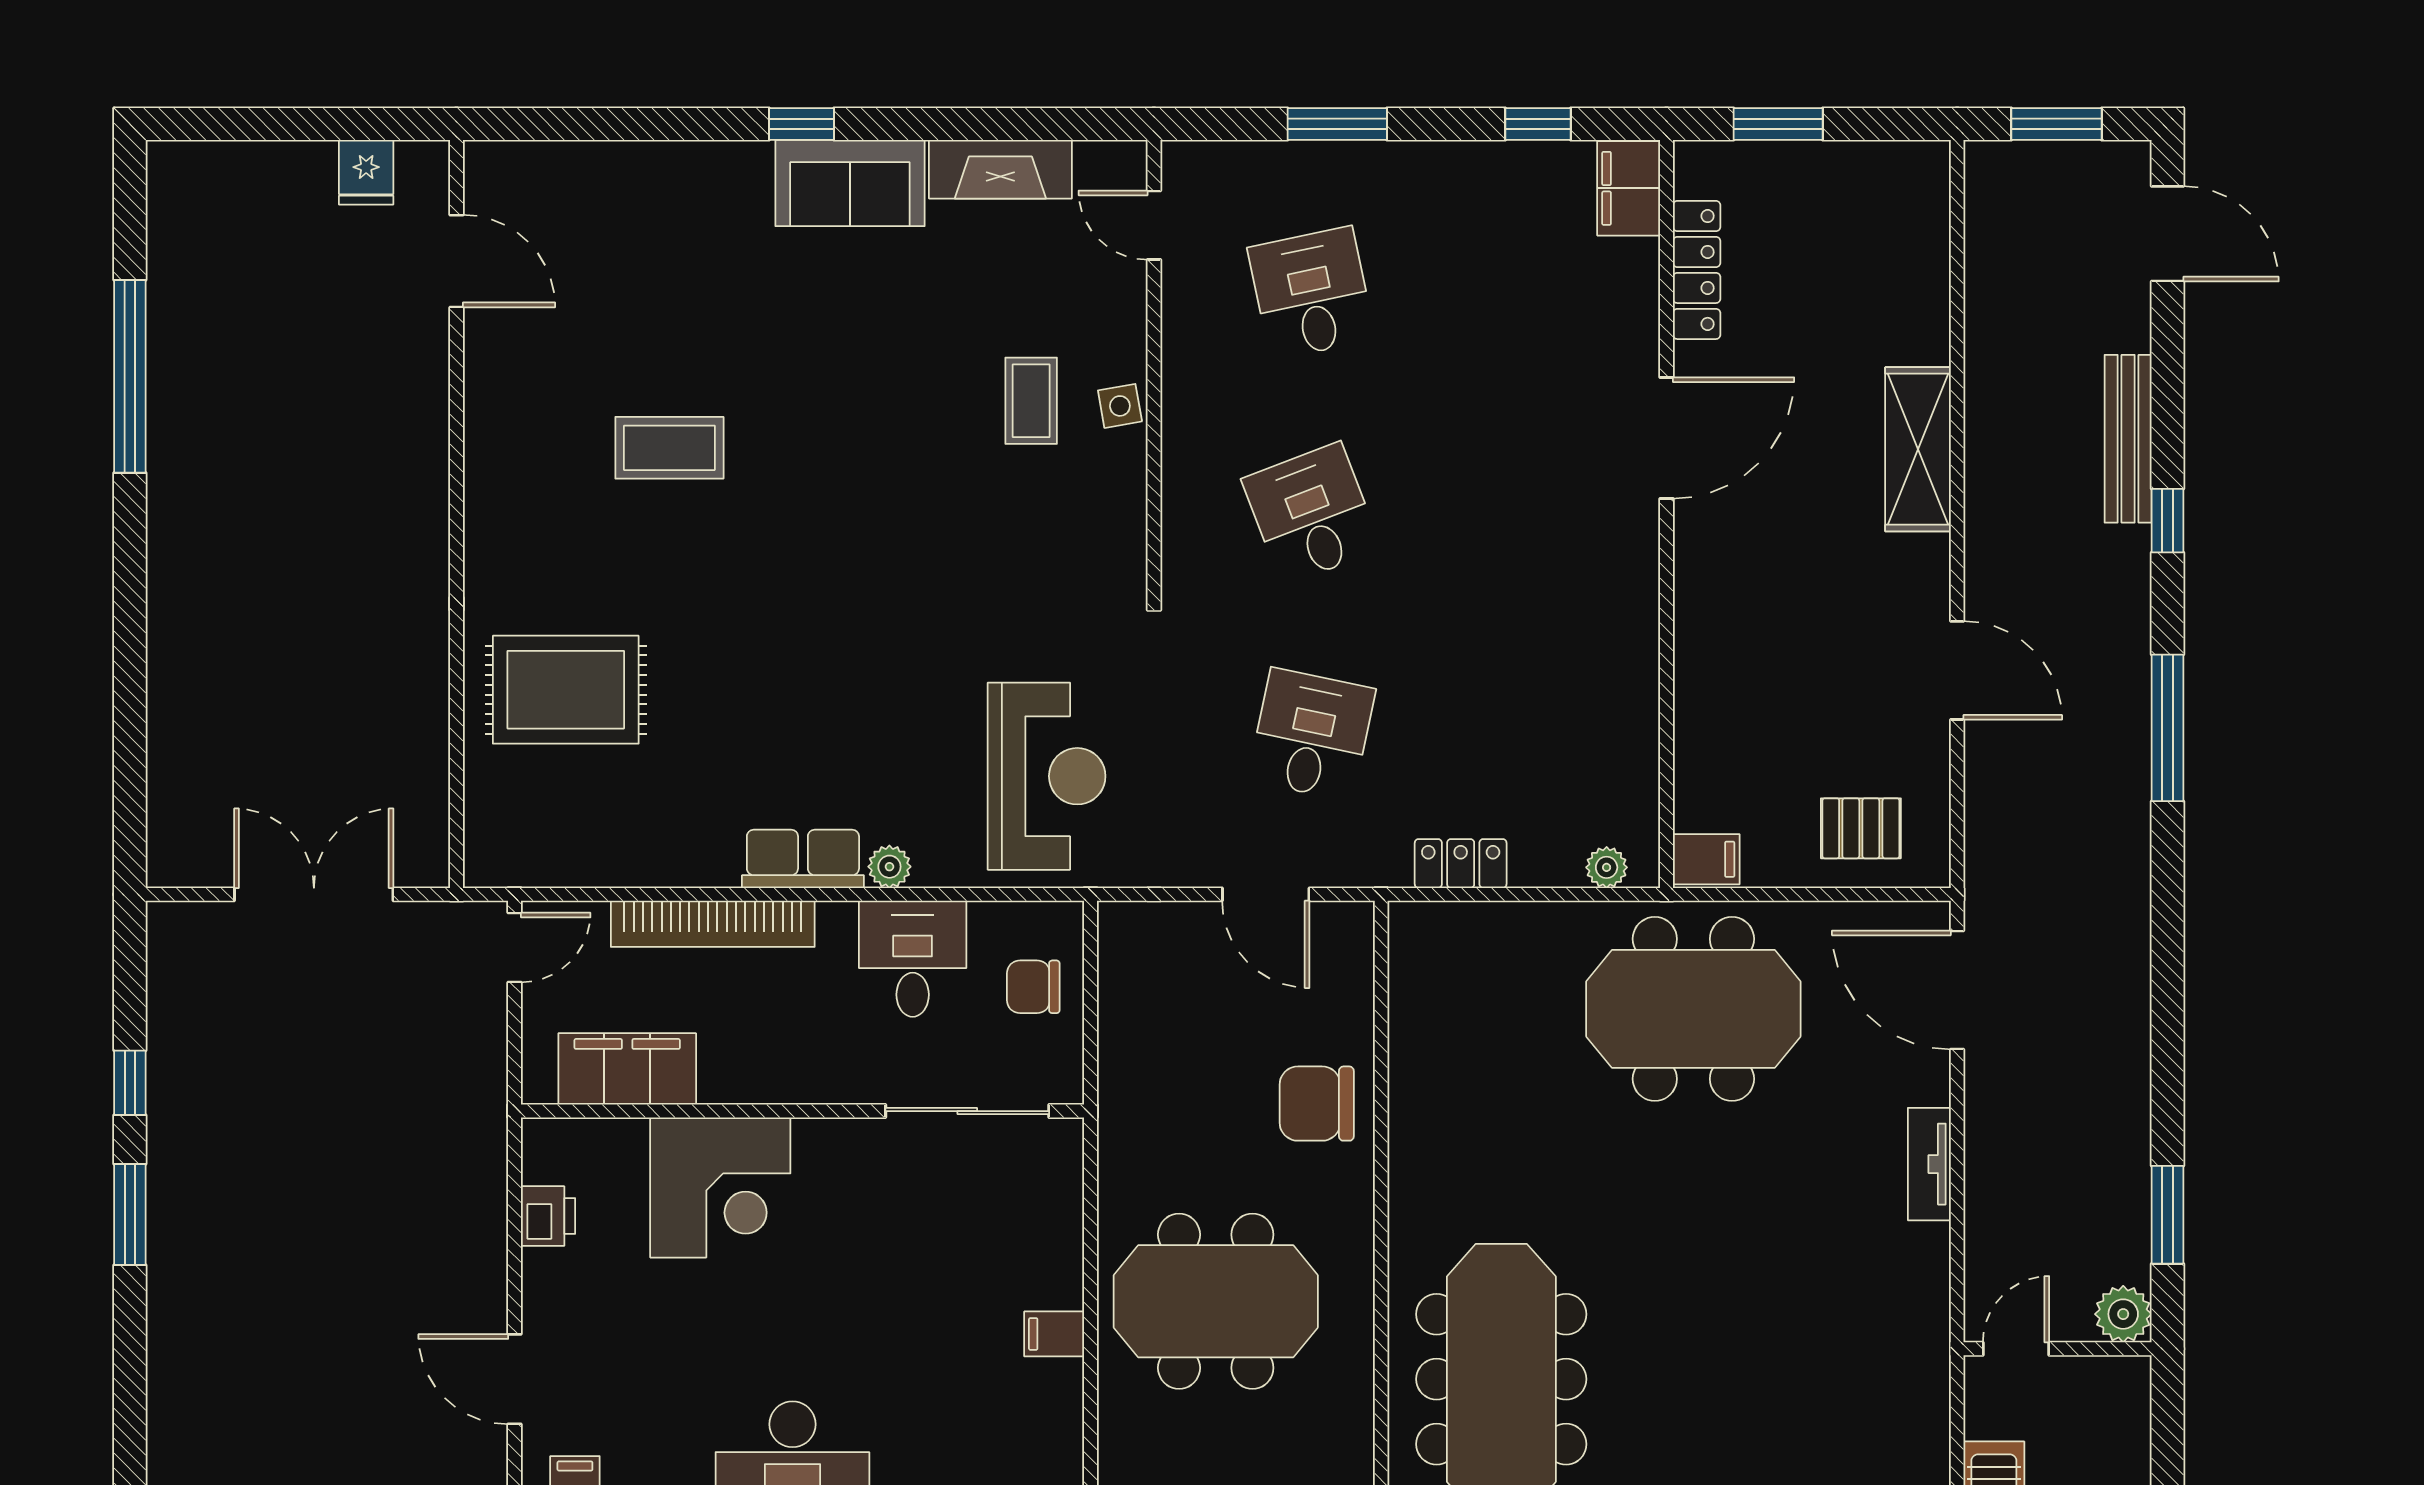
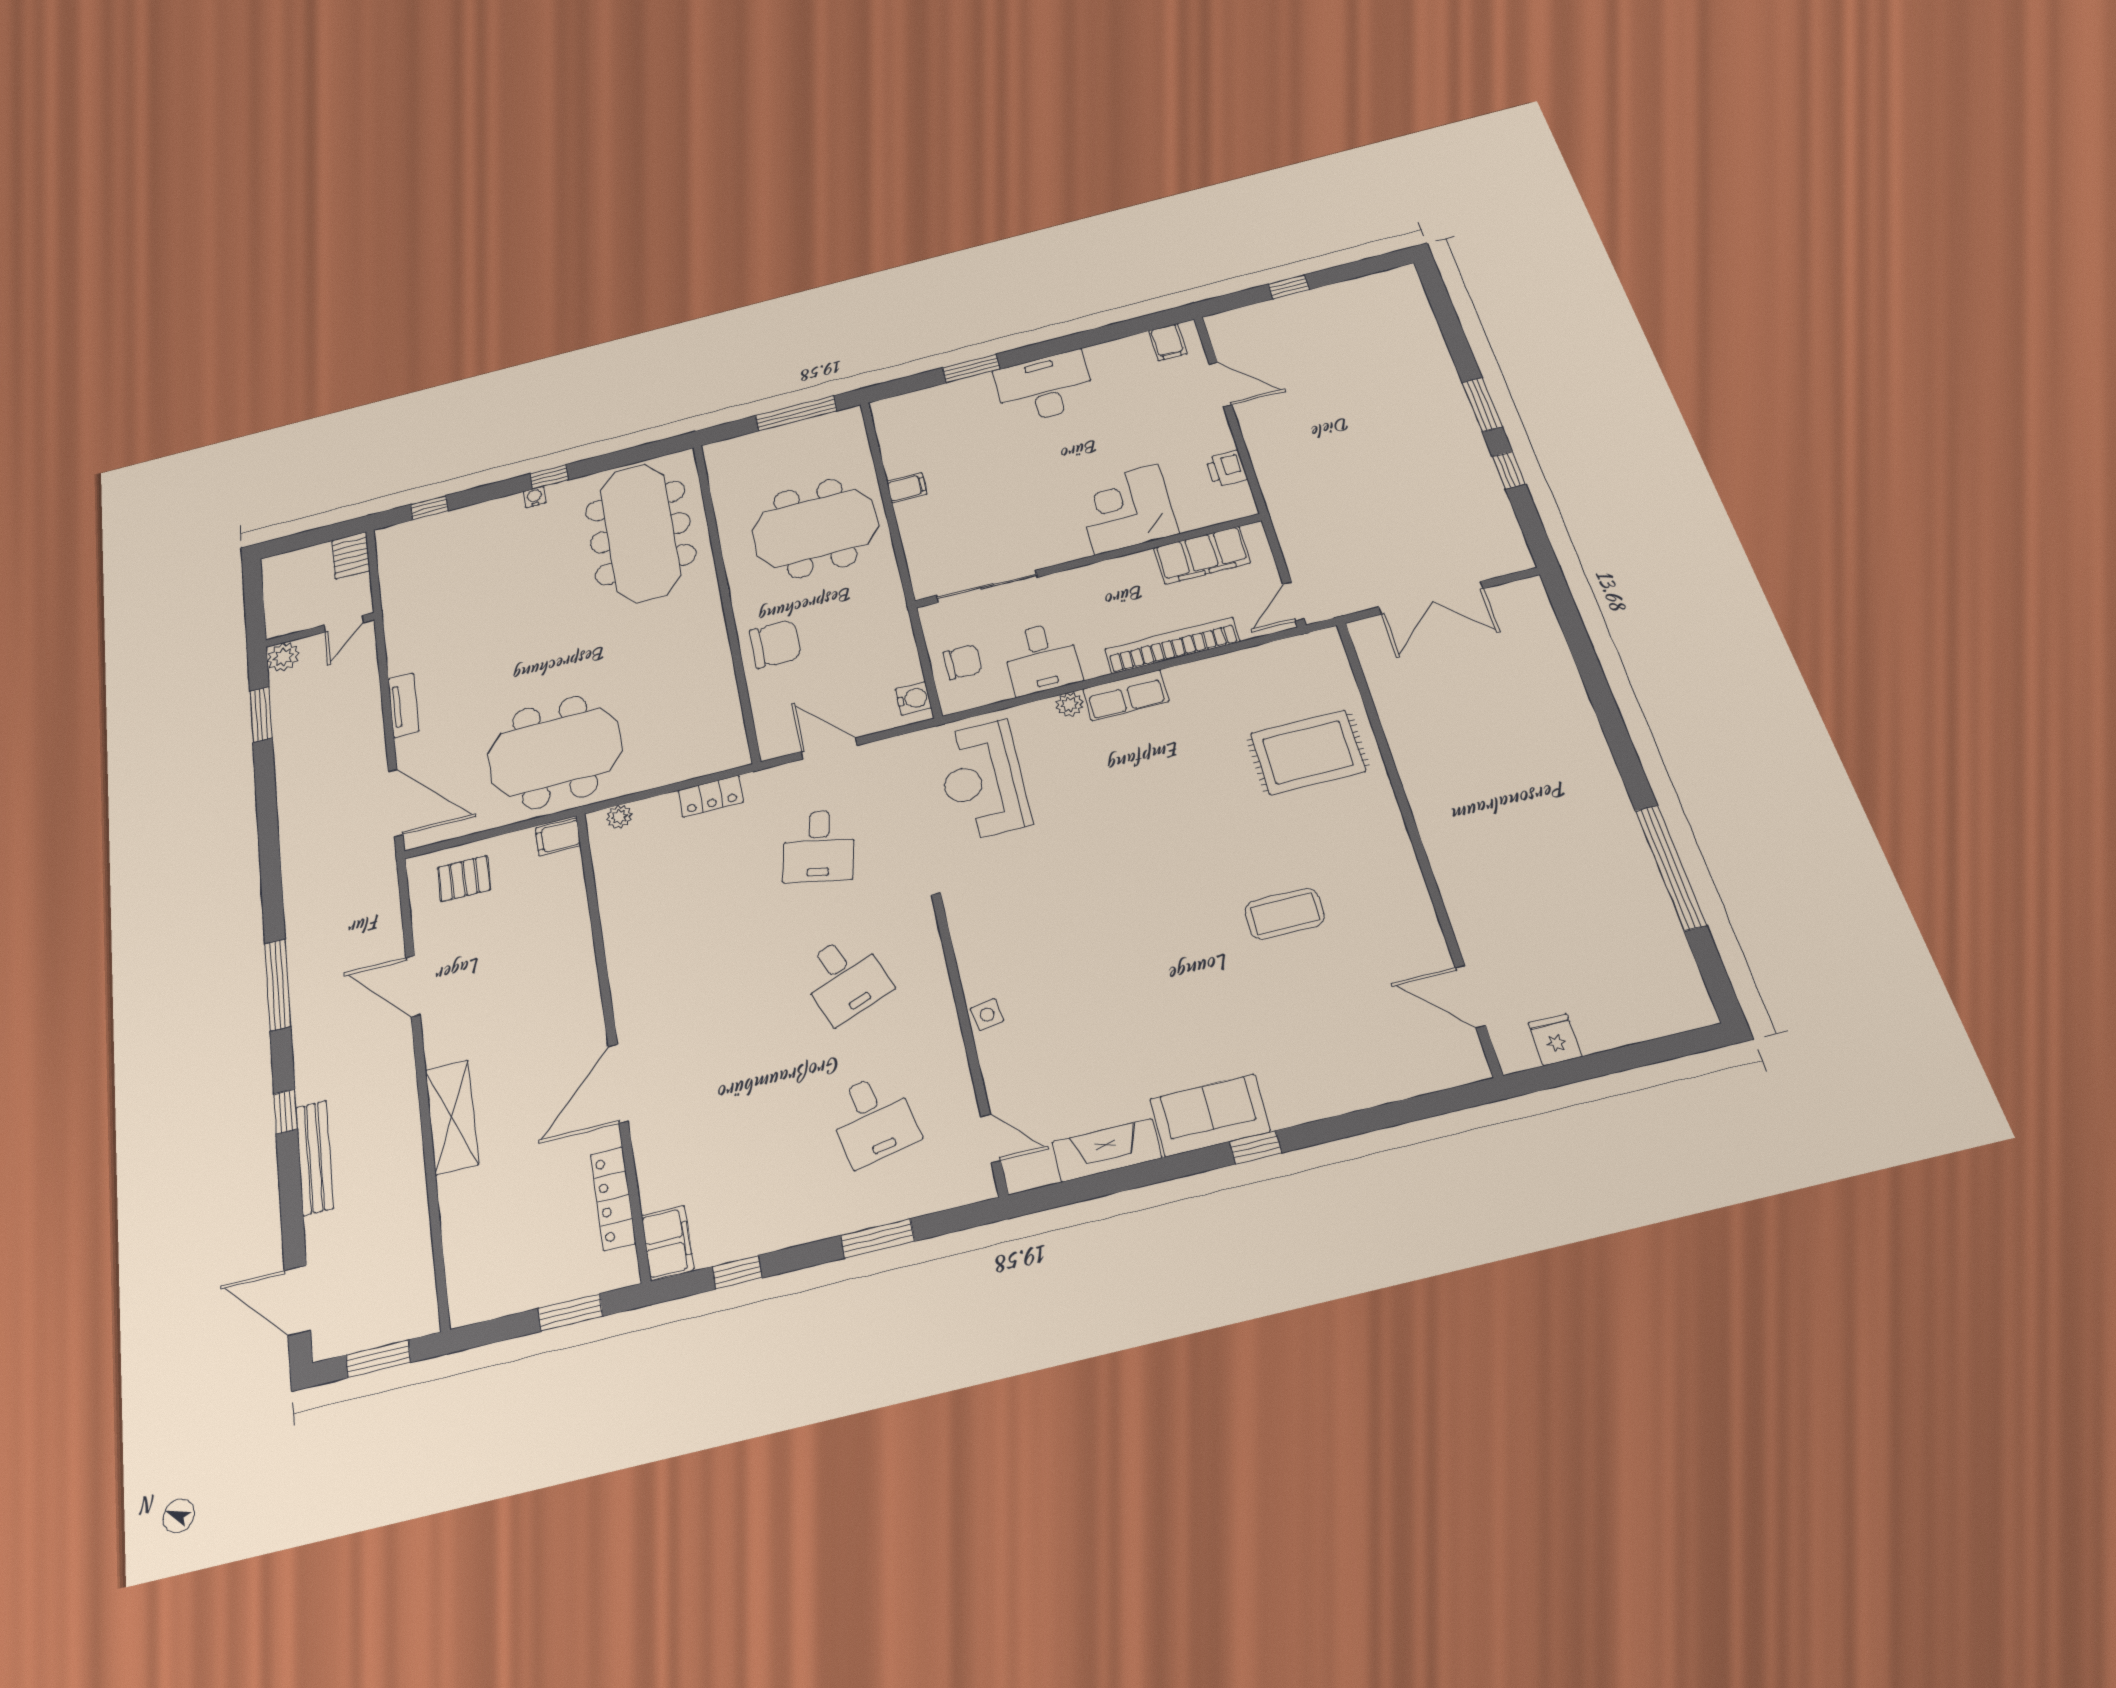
coffee table: (1031, 401) -> (1048, 1003), removed
water cooler: (1121, 945) -> (913, 698), added

